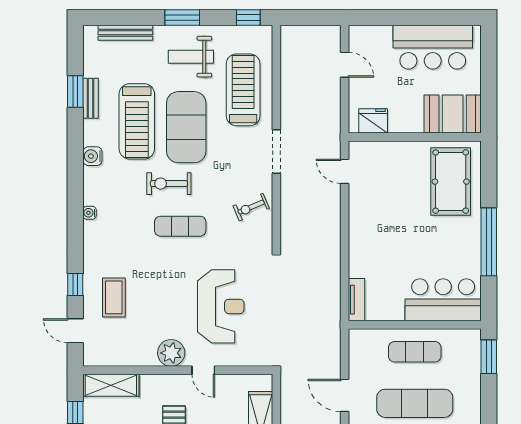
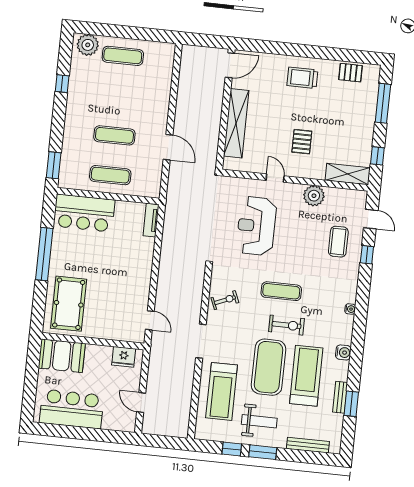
window: (248, 18) -> (232, 449), moved
plant: (171, 353) -> (314, 196), moved
exercise mat: (415, 403) -> (114, 135), width x0.73, depth x0.69

